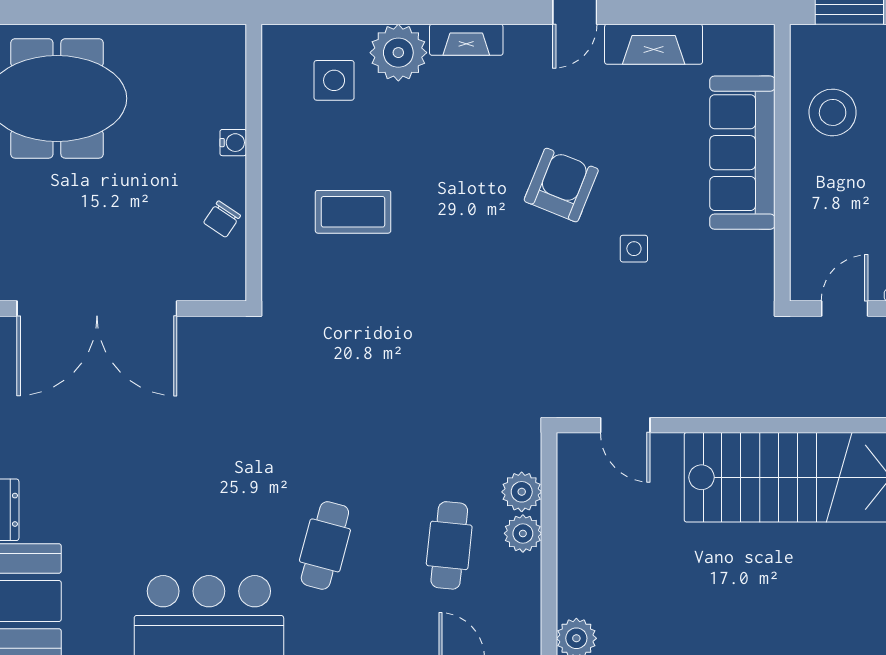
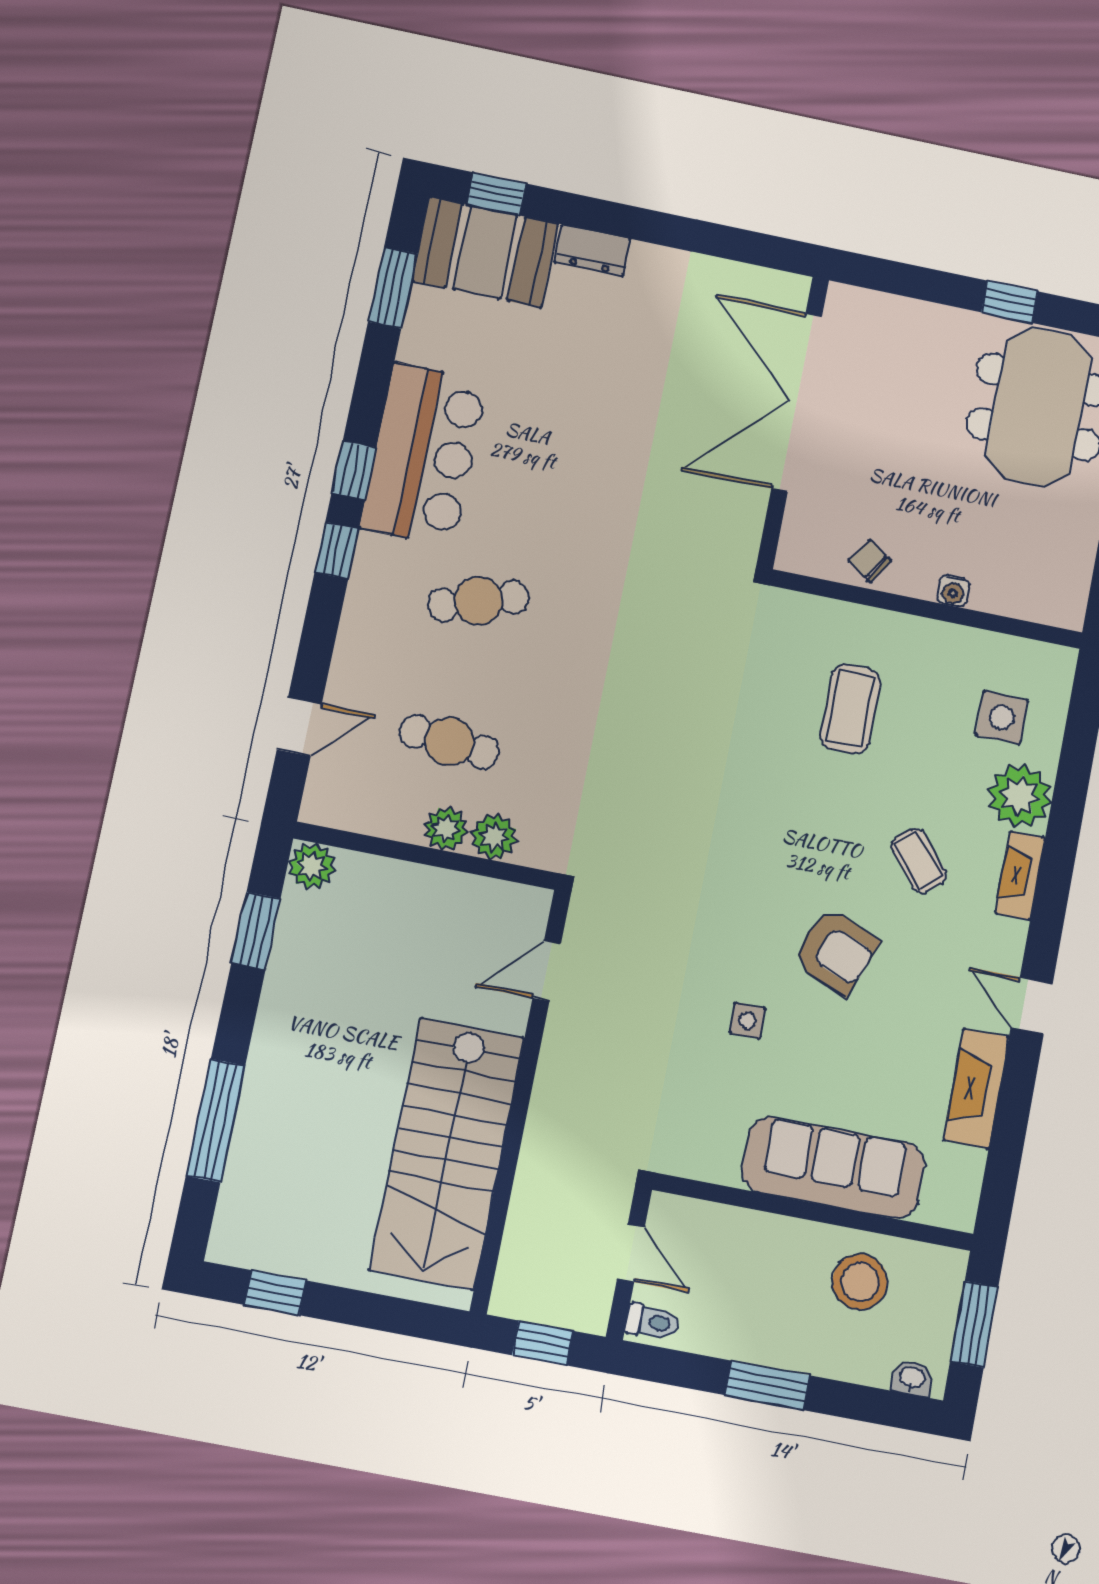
coffee table: (471, 129) -> (919, 860), added
cafe table: (325, 545) -> (478, 601), turned -33

